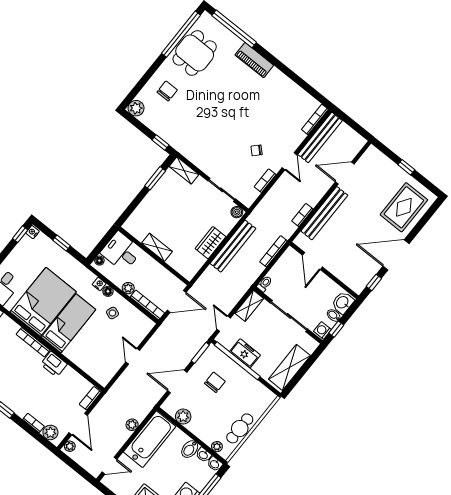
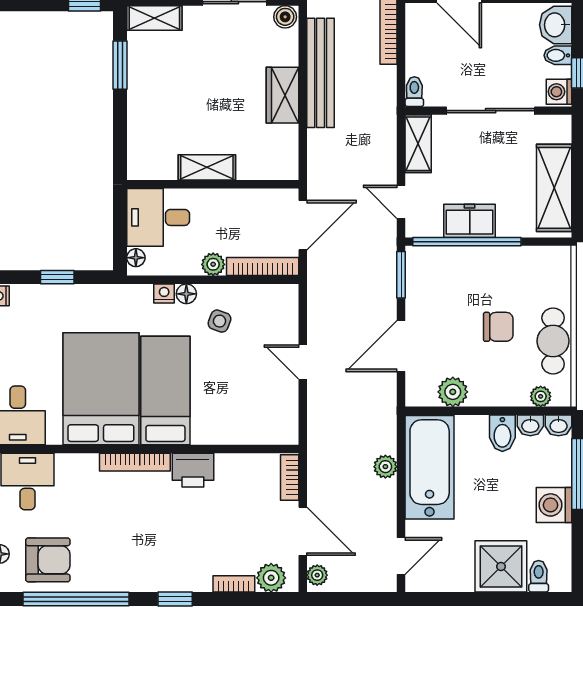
chair: (215, 382) -> (498, 327), moved, turned 90

